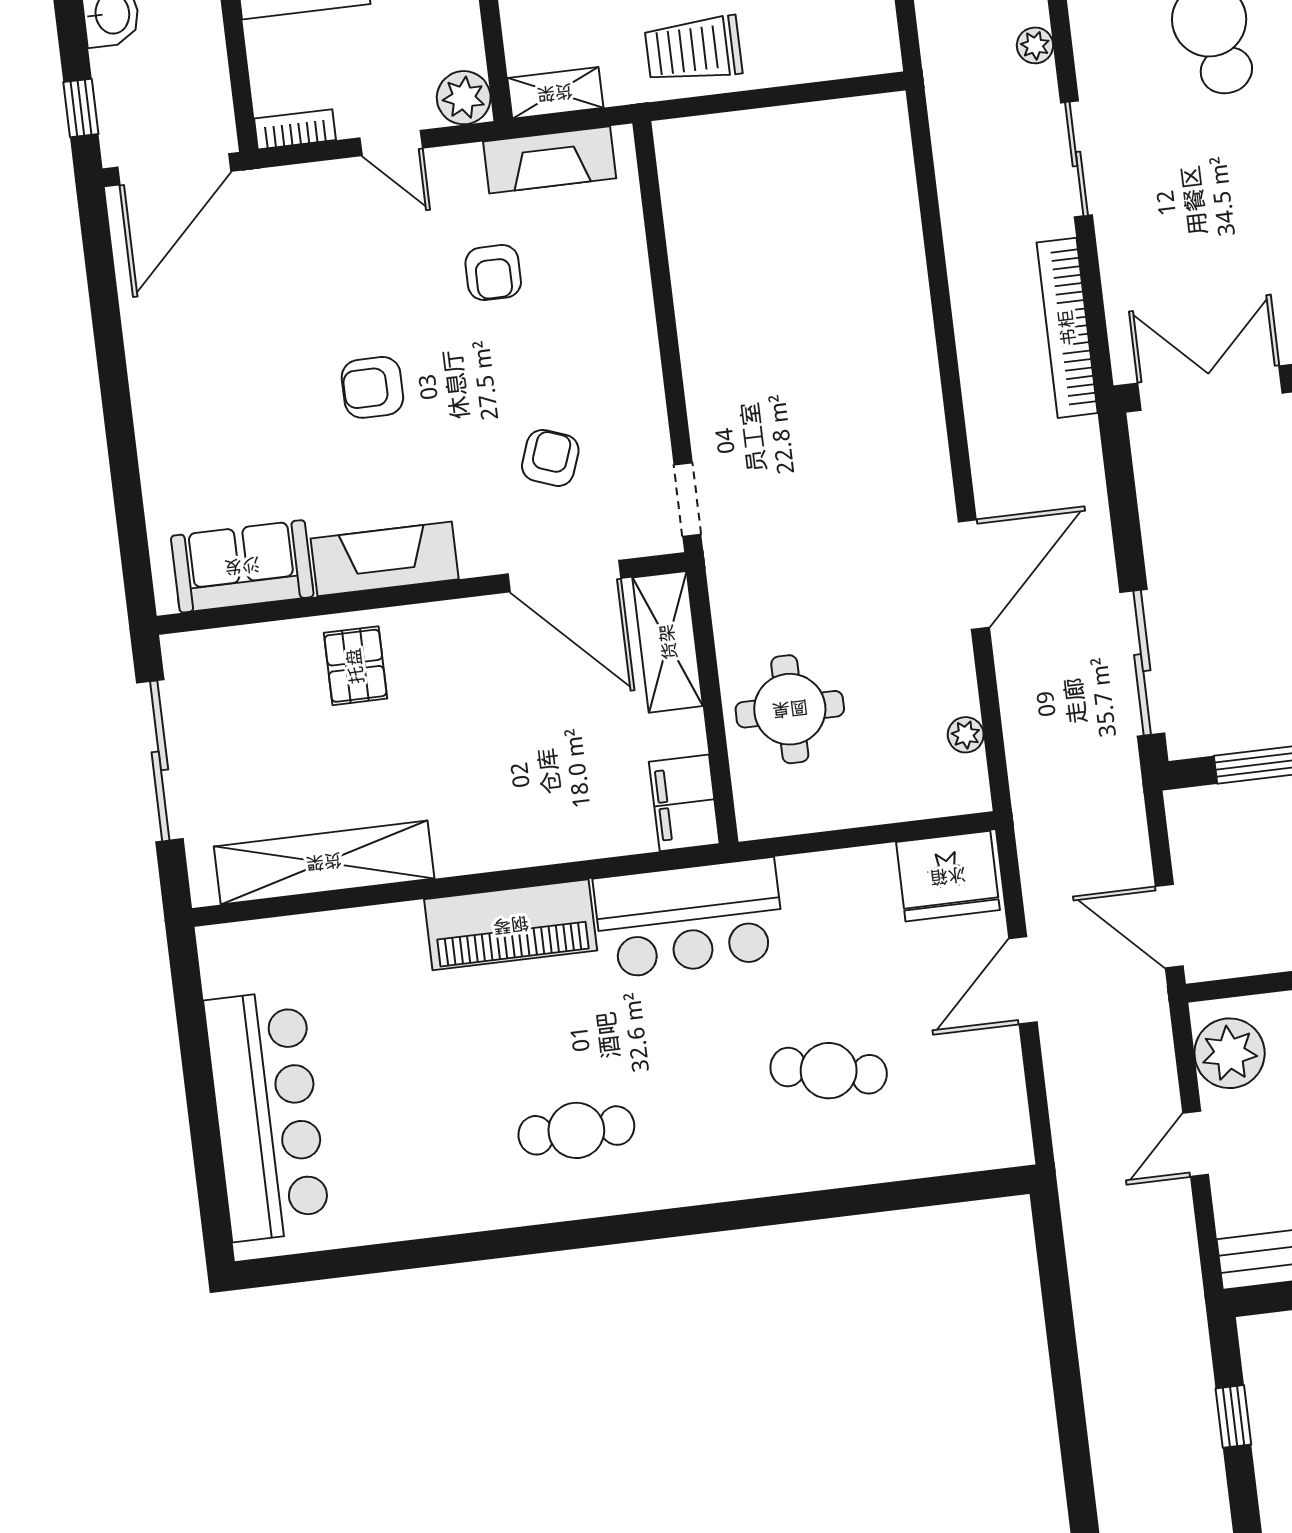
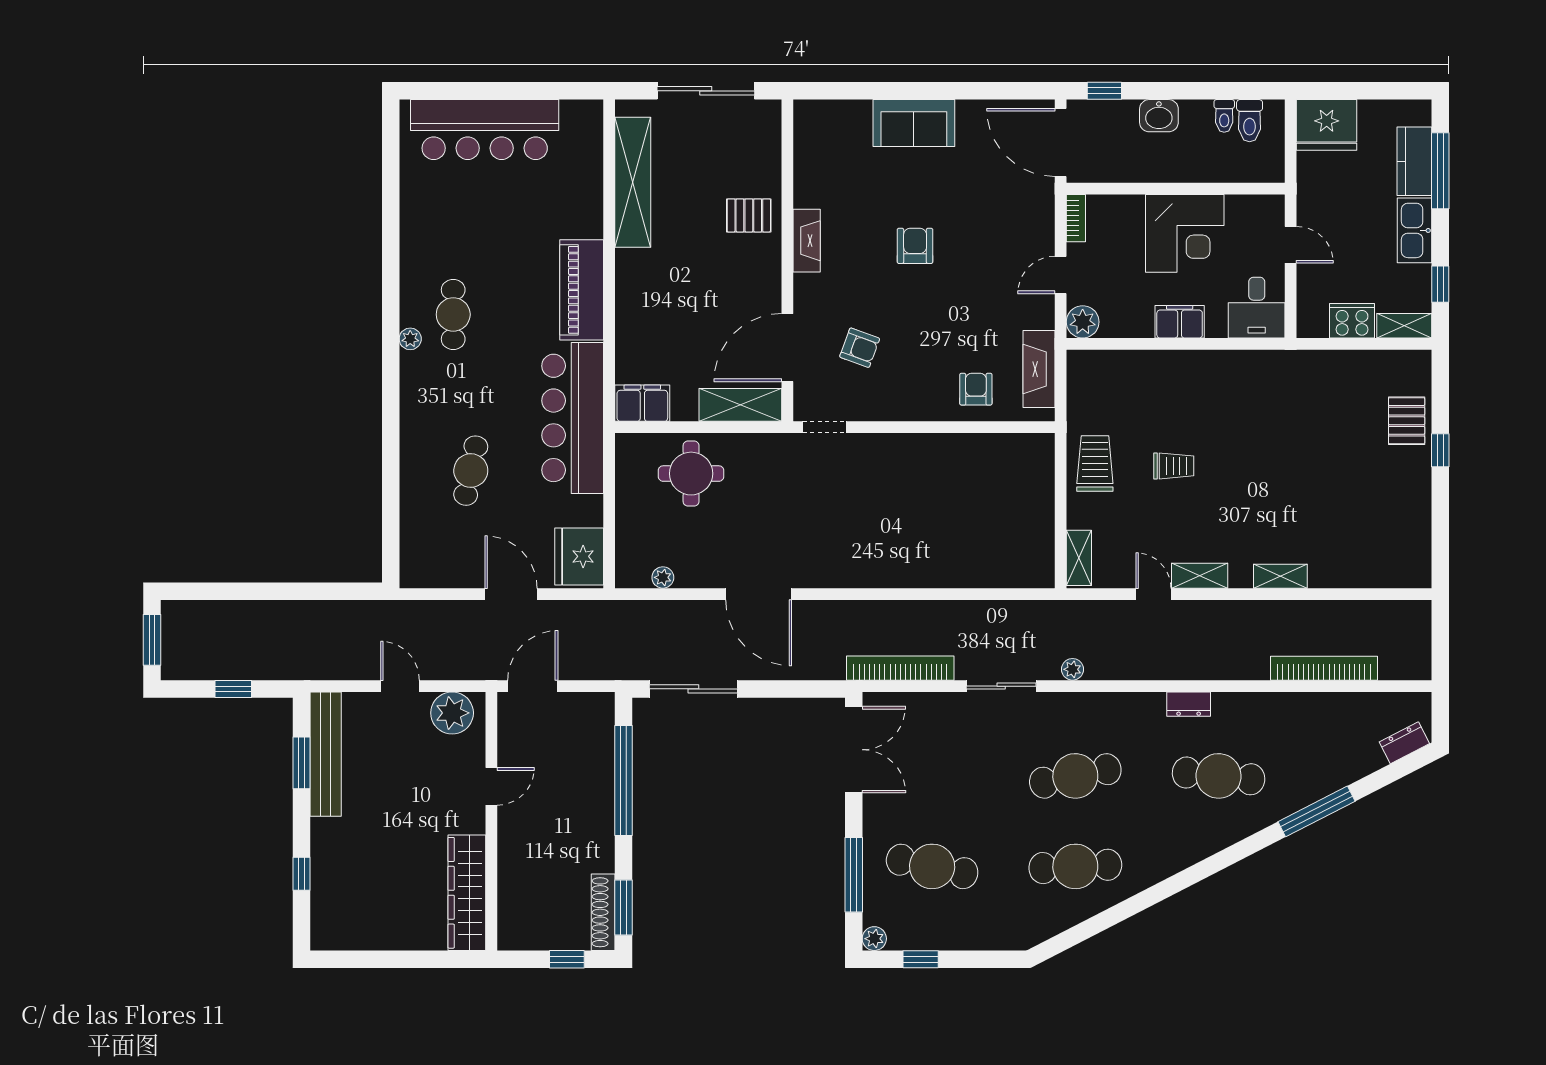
shelving: (555, 93) -> (1079, 558), moved
armchair: (493, 273) -> (976, 389), moved, turned 90
fireplace: (385, 559) -> (807, 241), width x0.73, depth x0.76
sofa: (242, 566) -> (914, 123), moved, turned 90
bar counter: (689, 918) -> (573, 418), width x1.36
plant: (625, 1196) -> (410, 339), added

